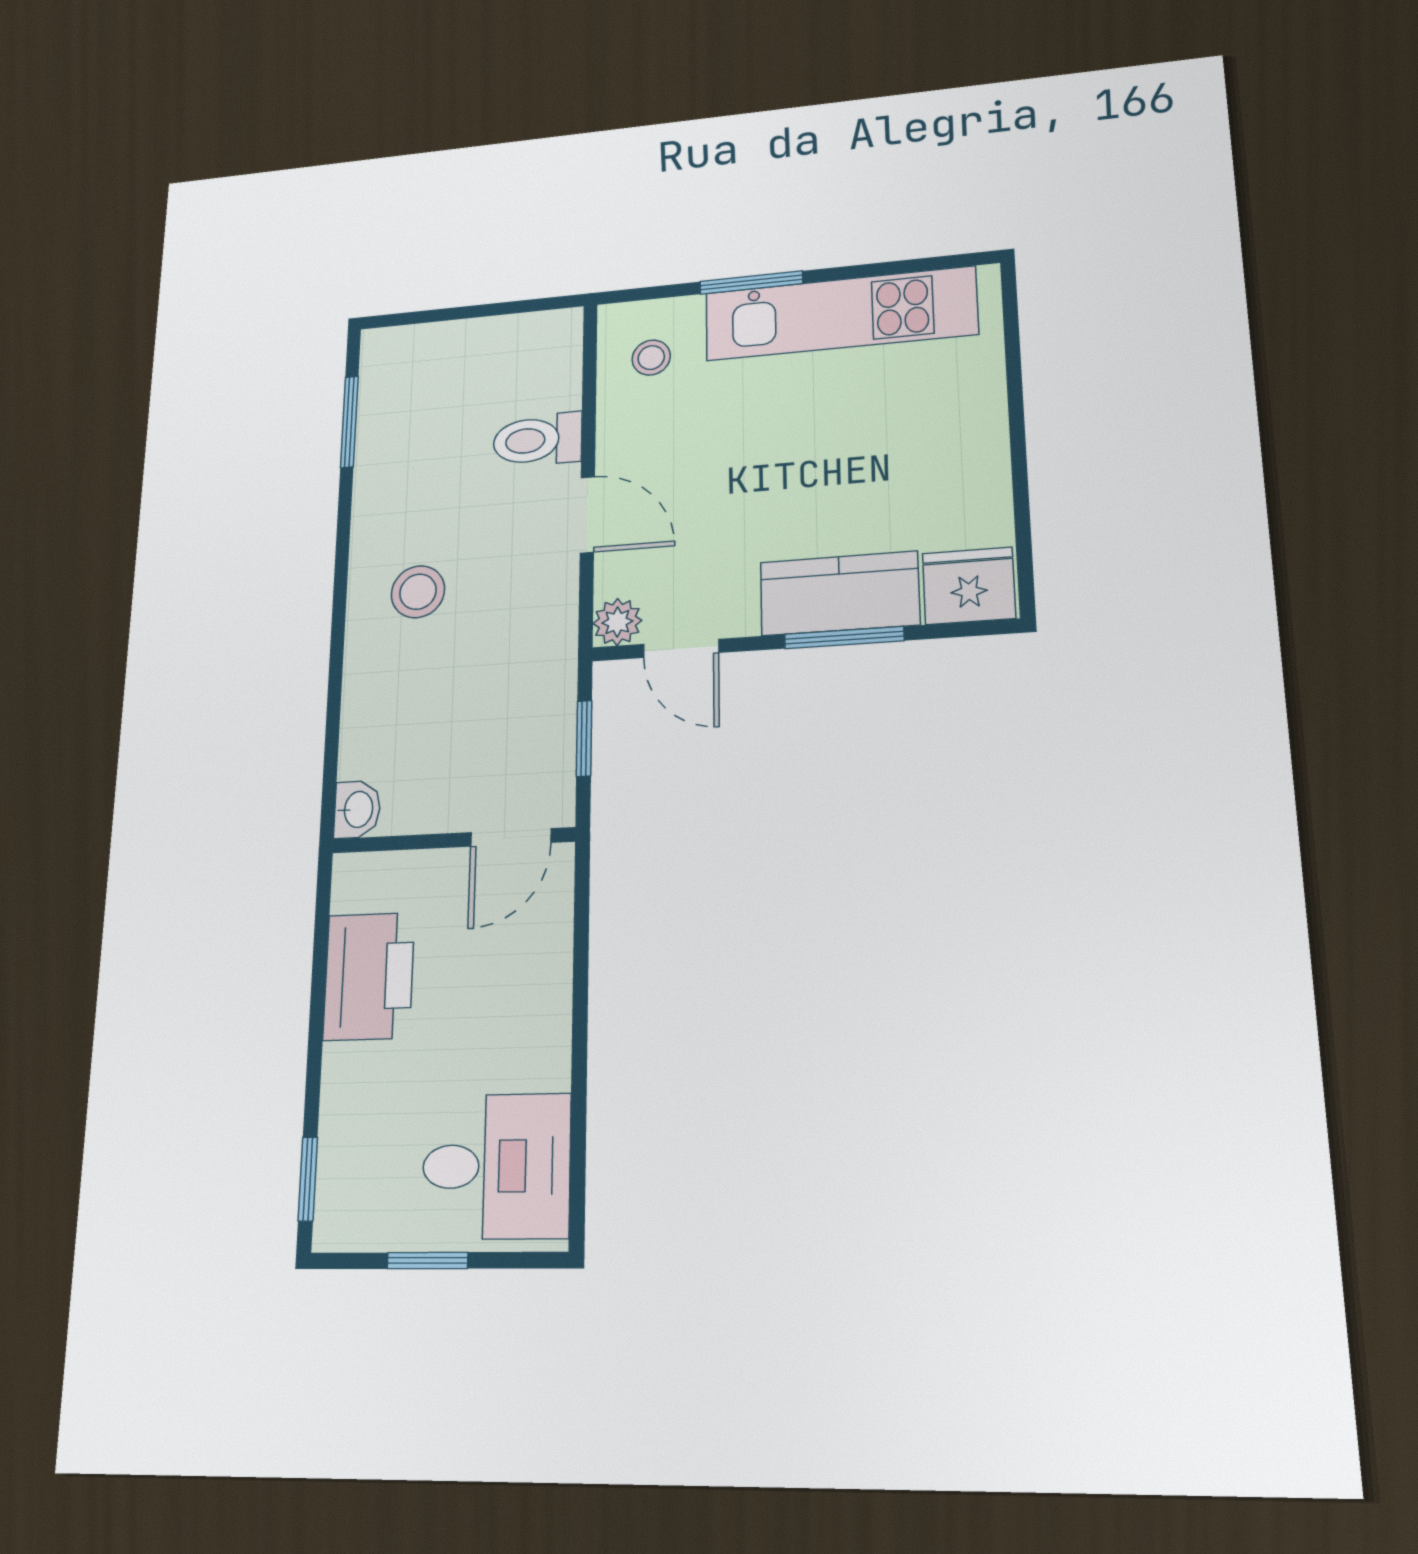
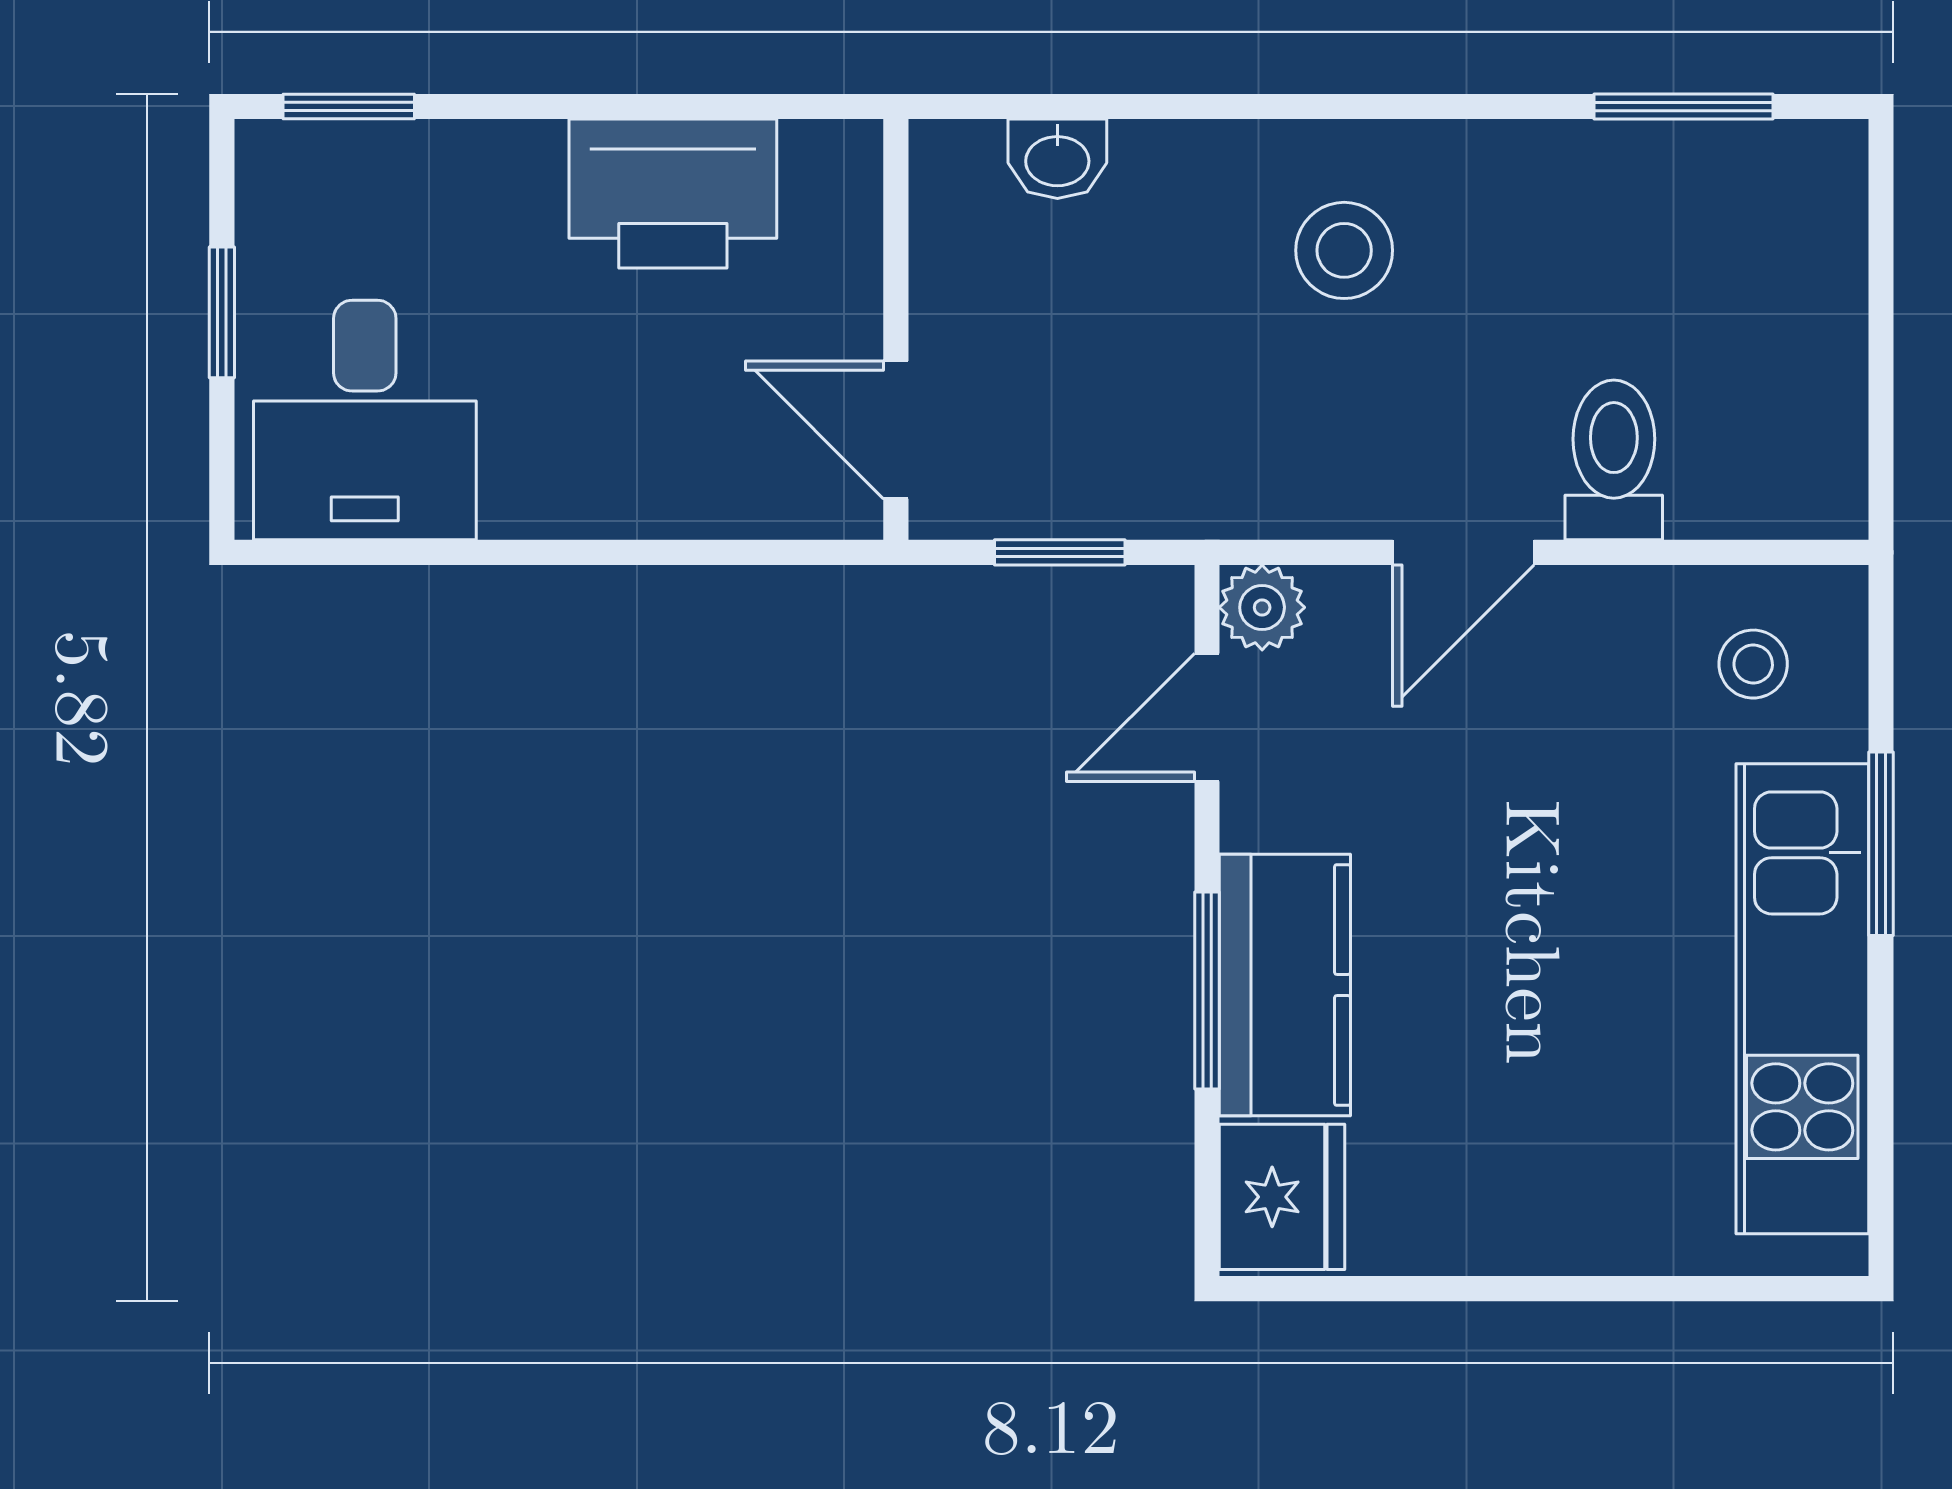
washbasin: (357, 809) -> (1057, 159), moved

